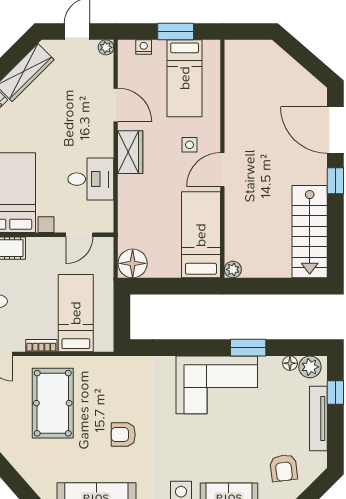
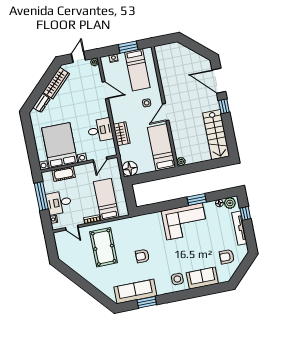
wardrobe: (130, 152) -> (122, 134), moved
armchair: (284, 468) -> (227, 257), turned 97

